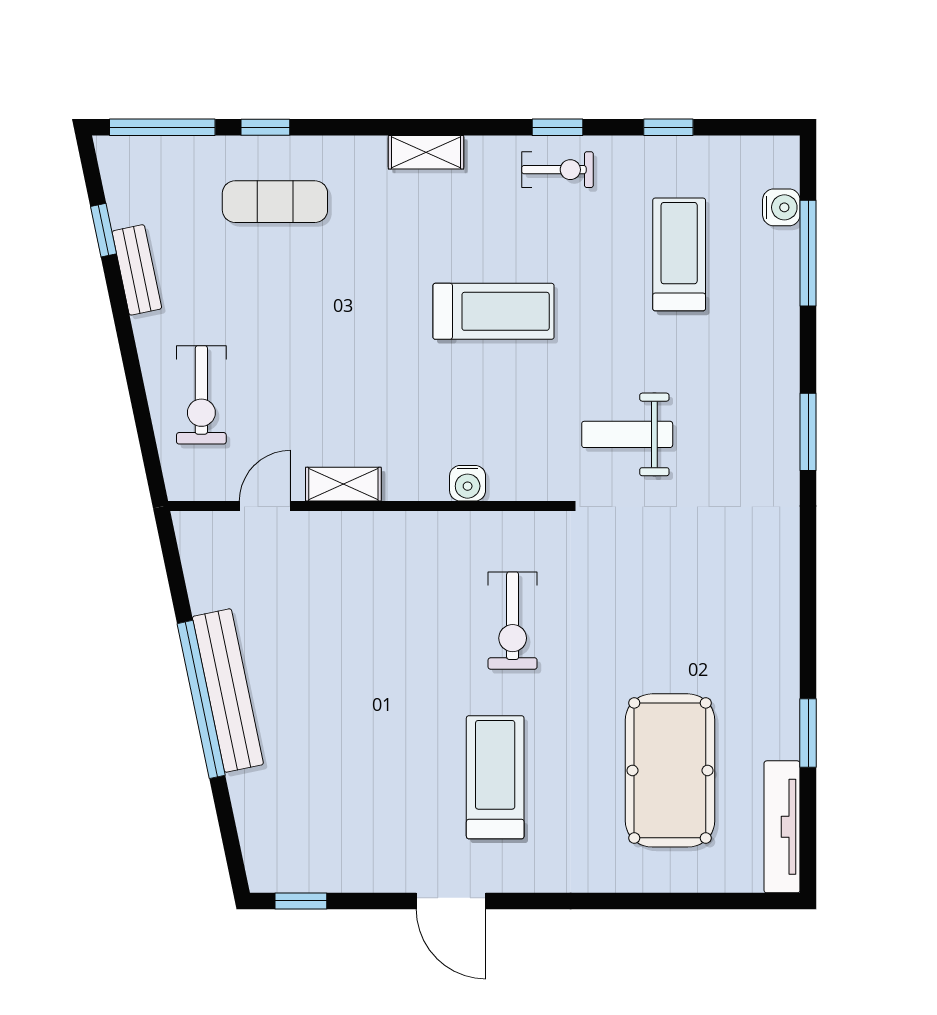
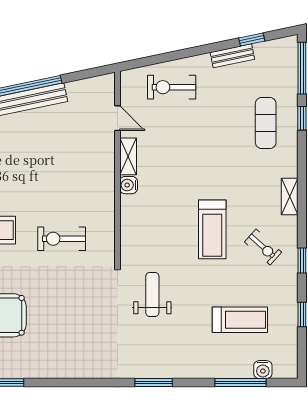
exercise bike: (557, 170) -> (263, 247), moved, turned -48
water cooler: (468, 483) -> (129, 185), moved

